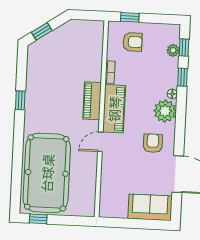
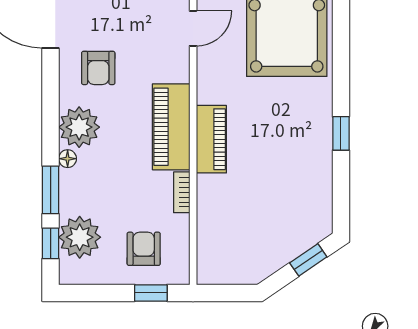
armchair: (133, 42) -> (144, 249), turned 90
plant: (173, 50) -> (80, 237), width x1.87, depth x1.87
window: (182, 77) -> (51, 190), width x1.50
door: (100, 142) -> (193, 28), moved

